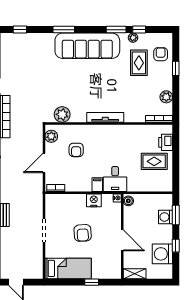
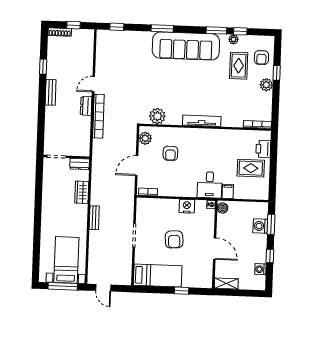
armchair: (161, 54) -> (261, 58), turned 180
plant: (166, 97) -> (266, 85), moved
filing cabinet: (97, 185) -> (228, 191), moved
washing machine: (162, 254) -> (260, 269), width x0.53, depth x0.53

